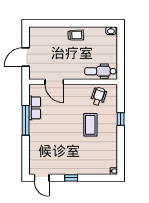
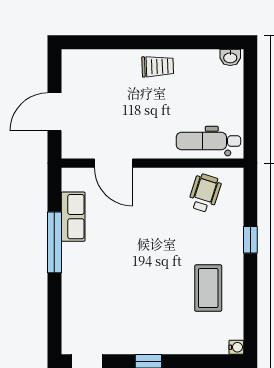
coffee table: (90, 125) -> (208, 288), moved

